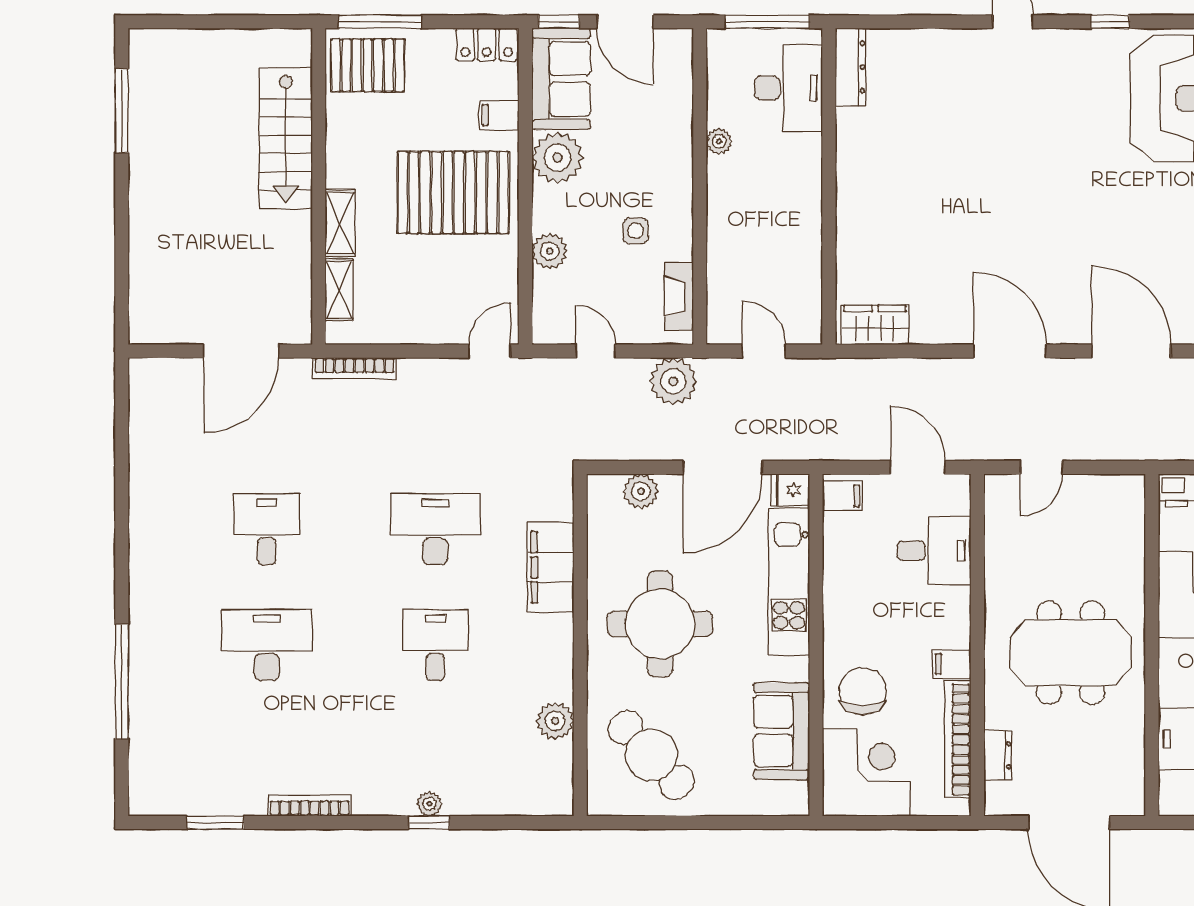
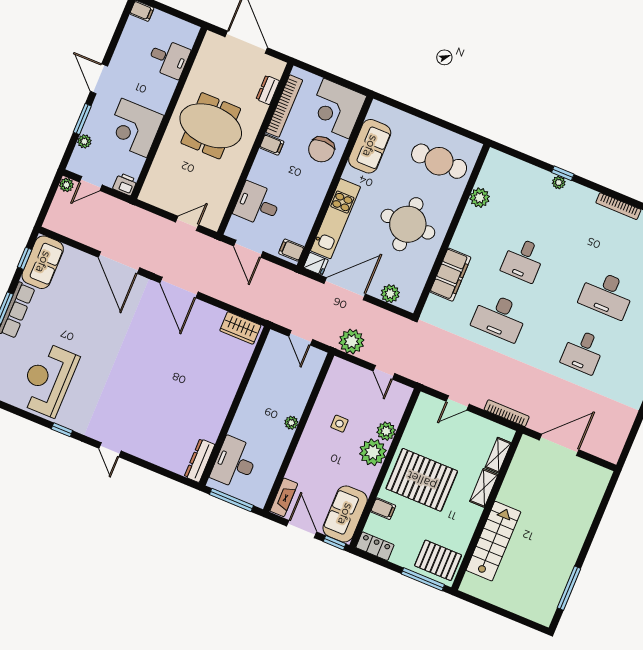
plant: (719, 141) -> (291, 423), moved
plant: (557, 158) -> (373, 452), moved
fireplace: (679, 296) -> (284, 497), moved
door: (490, 351) -> (458, 403), moved
cafe table: (651, 755) -> (439, 161), turned -47

